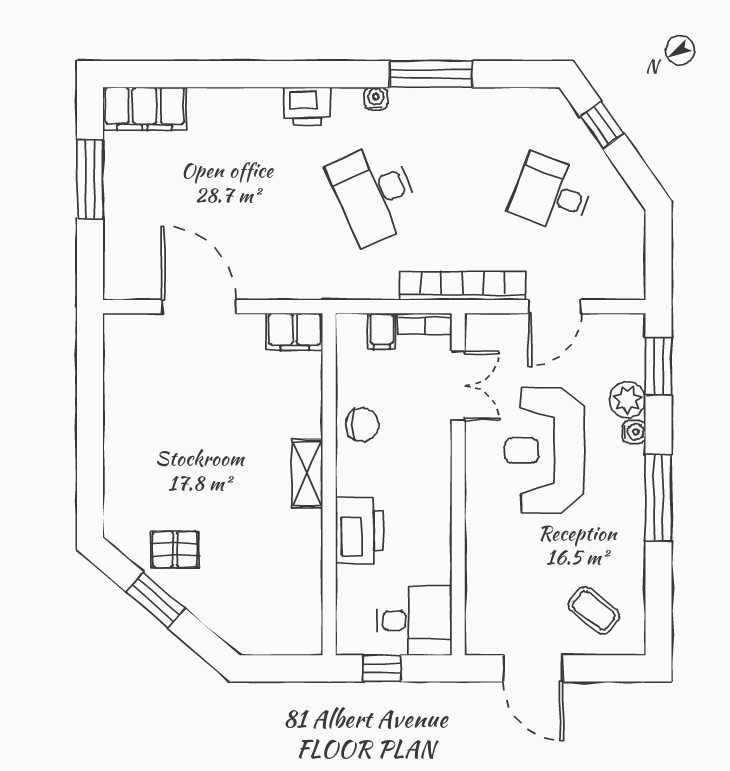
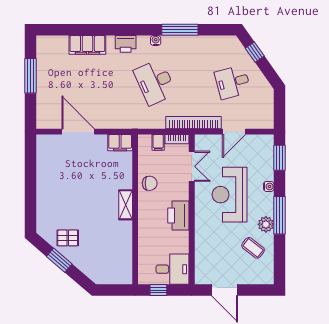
filing cabinet: (145, 109) -> (87, 45), moved
desk: (551, 194) -> (233, 82), turned -36
plant: (627, 400) -> (266, 224), moved
printer: (359, 530) -> (178, 216), moved, turned 180
coffee table: (594, 610) -> (253, 248), moved

